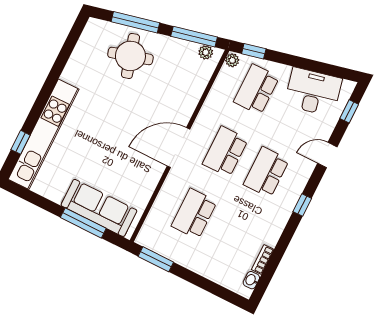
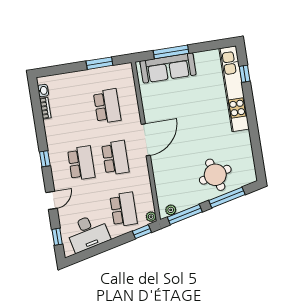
window: (156, 259) -> (99, 63), moved

